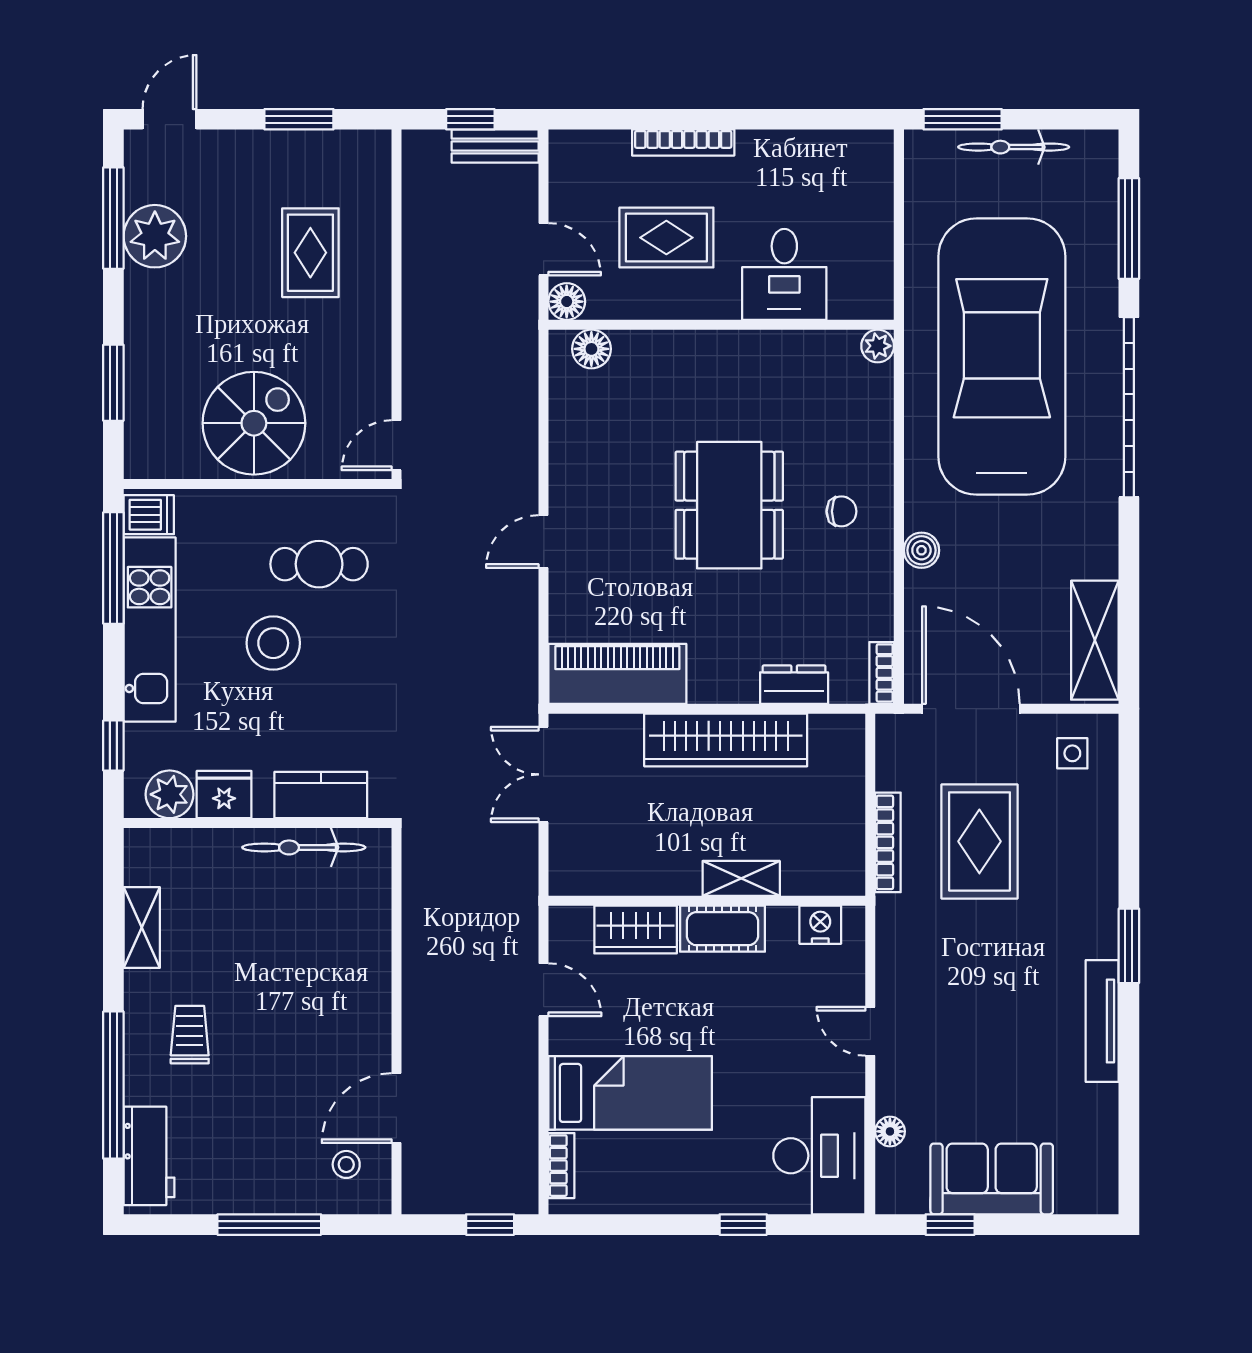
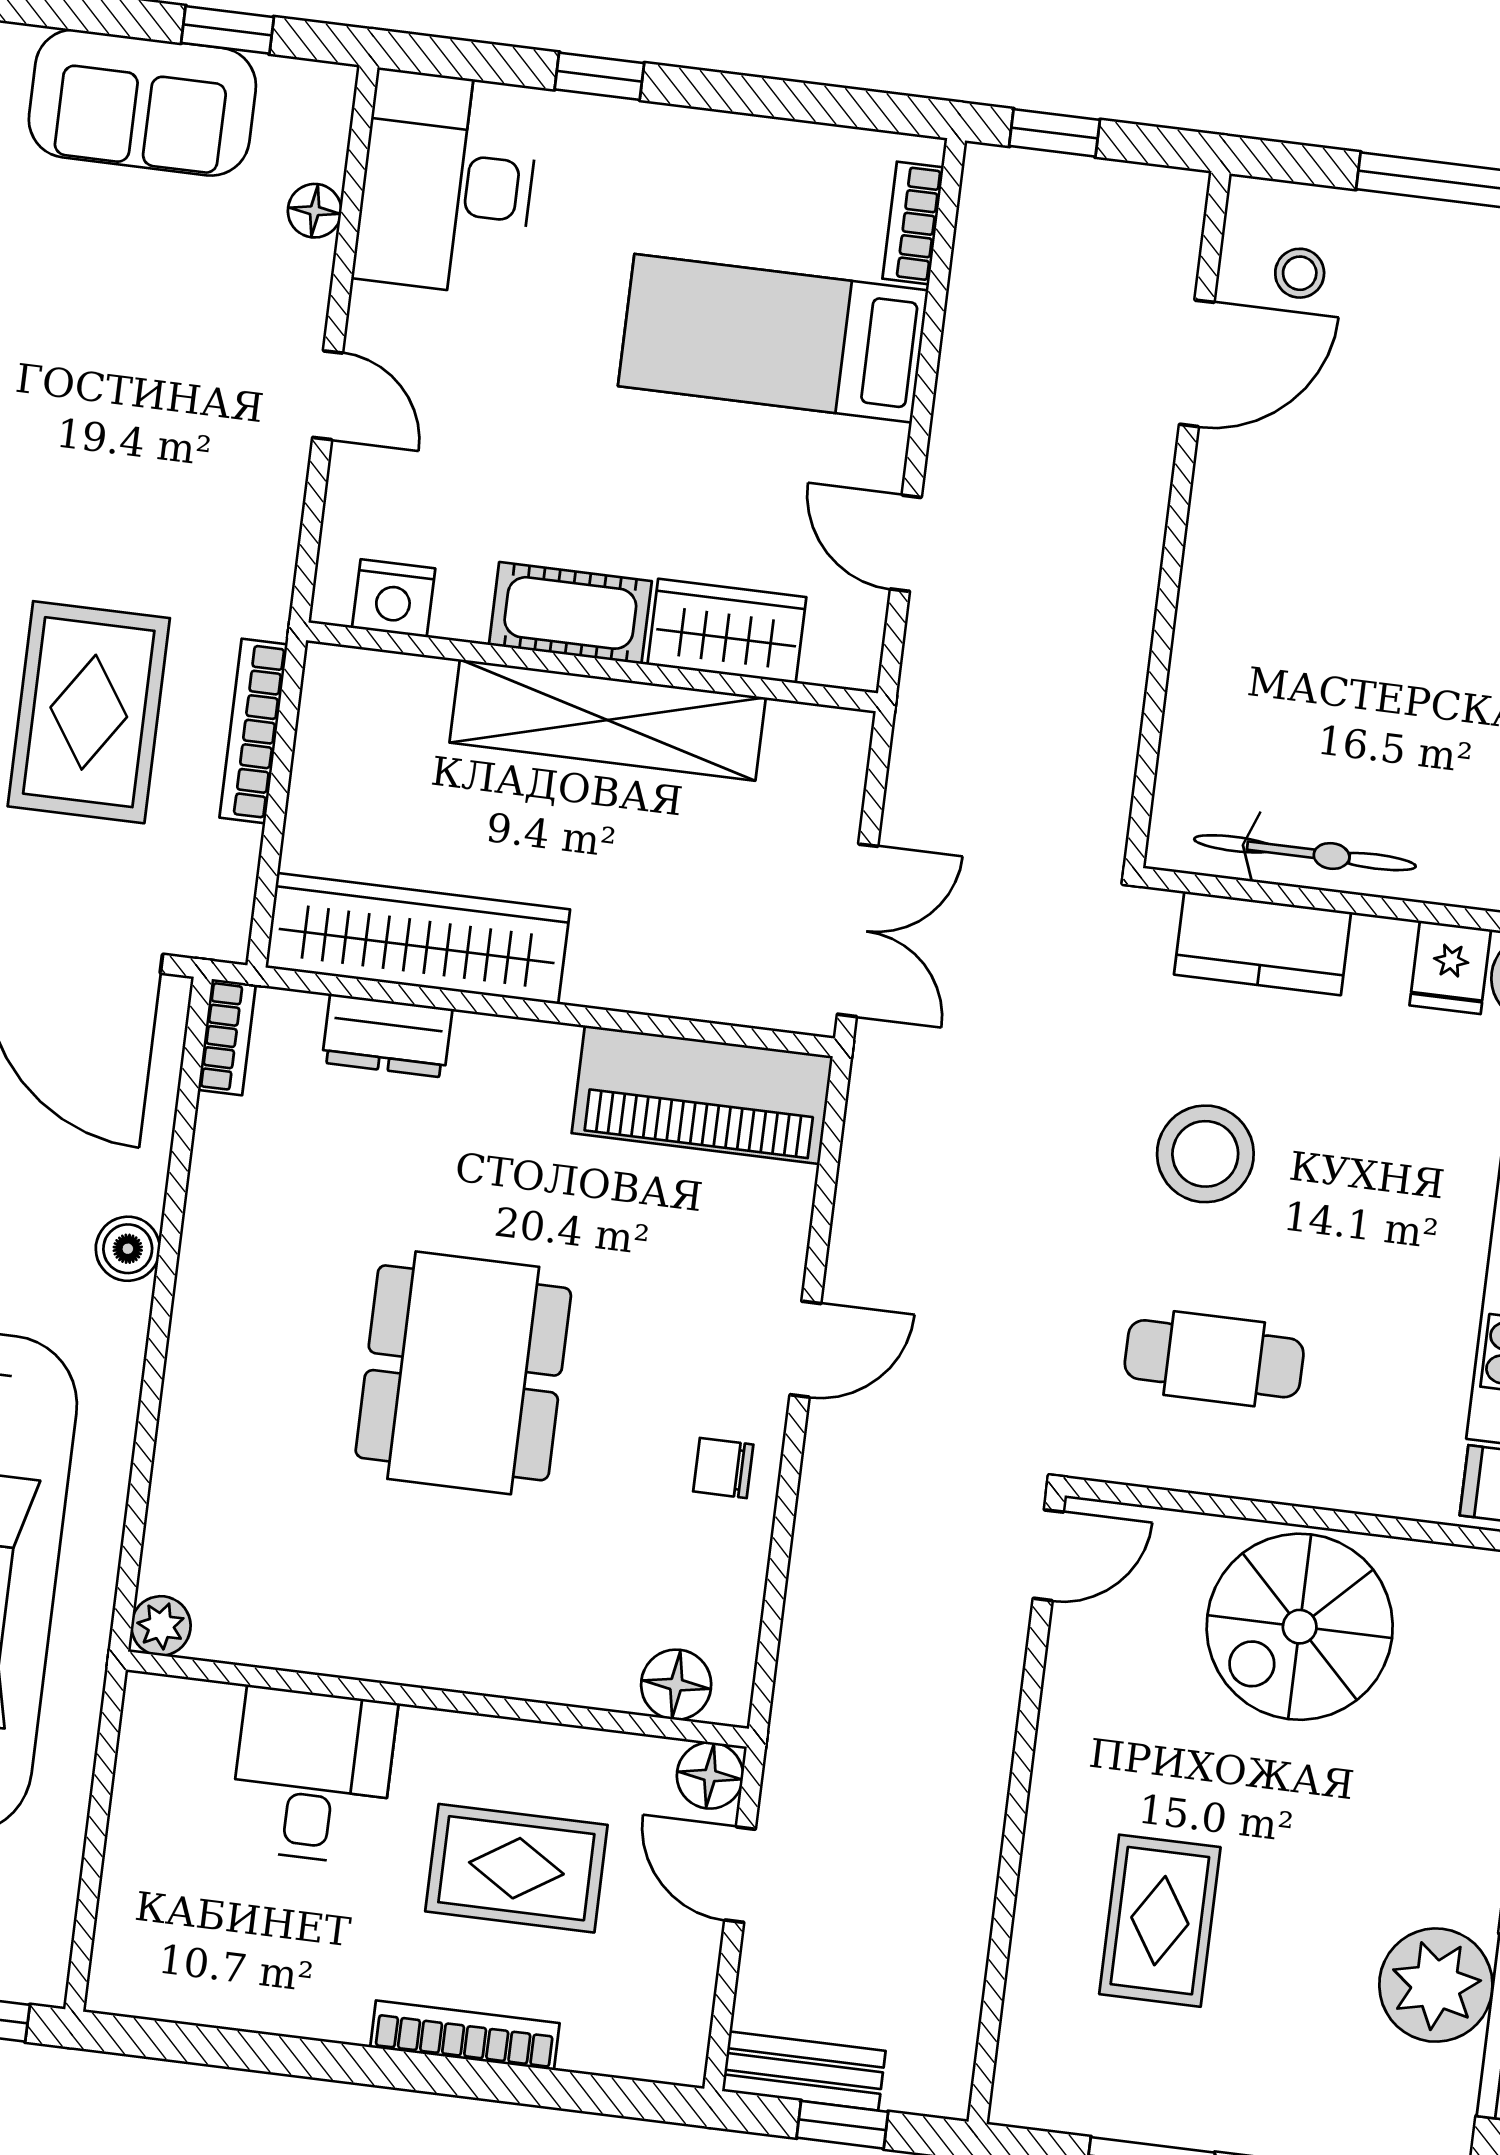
chair: (841, 511) -> (723, 1468), moved
stool: (273, 643) -> (1205, 1154), moved
wardrobe: (726, 740) -> (418, 938), moved
fridge: (224, 795) -> (1450, 967), width x0.72
shelving: (741, 878) -> (608, 720), width x2.20, depth x1.33

